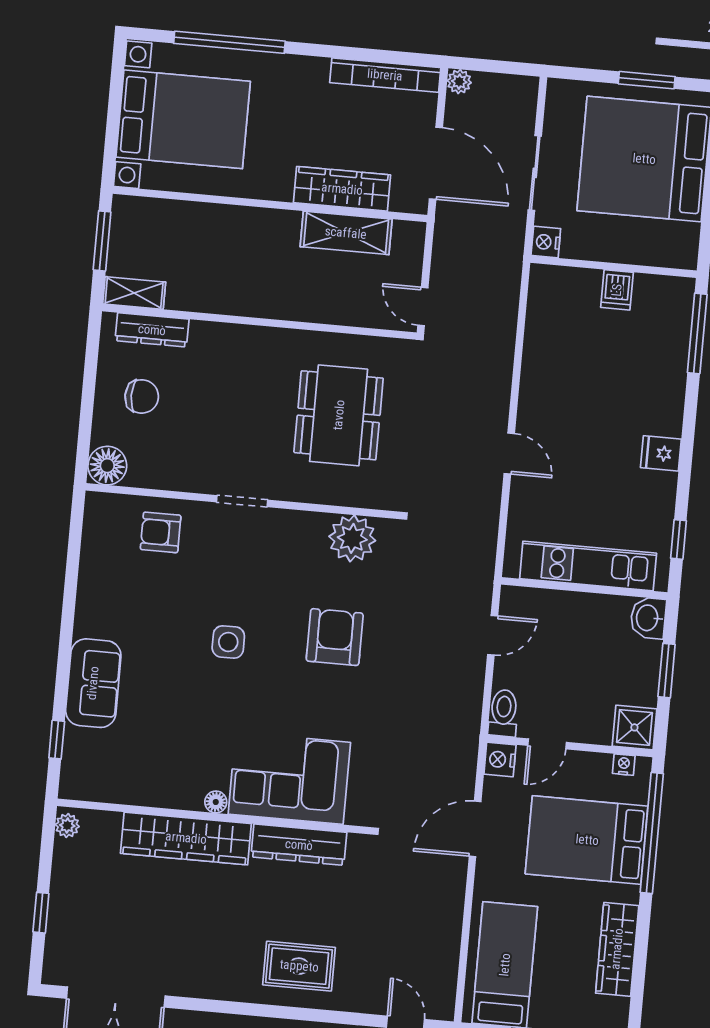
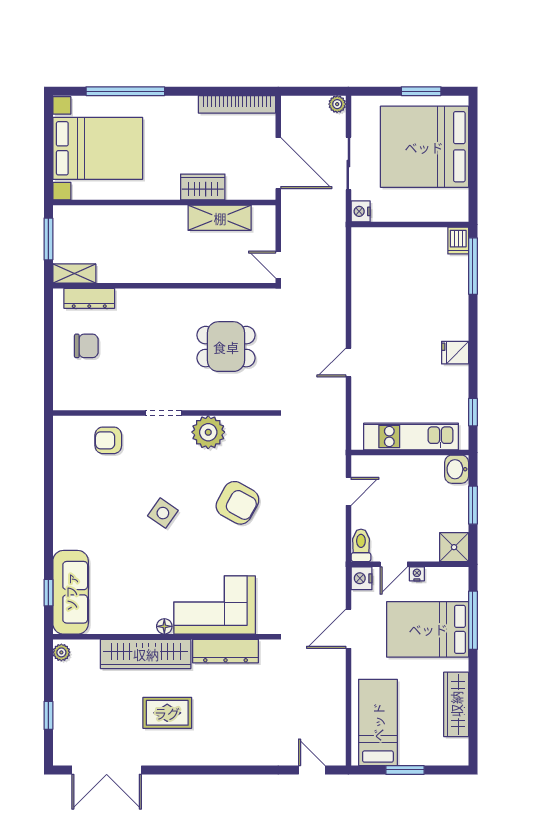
plant: (459, 82) -> (337, 104), moved
wardrobe: (342, 189) -> (203, 187), width x0.67
dishwasher: (617, 290) -> (458, 240), moved
dining table: (339, 415) -> (226, 347), width x0.73
door: (509, 454) -> (348, 363), swing flipped
floor lamp: (107, 466) -> (66, 397), removed
plant: (352, 538) -> (208, 432), moved
armchair: (335, 637) -> (237, 503), turned 119
side table: (228, 642) -> (163, 513), turned 35
sofa: (93, 683) -> (71, 592), moved, width x1.36
nightstand: (624, 765) -> (417, 574), moved
window: (652, 833) -> (473, 620), width x0.68
rug: (299, 966) -> (167, 713), moved

